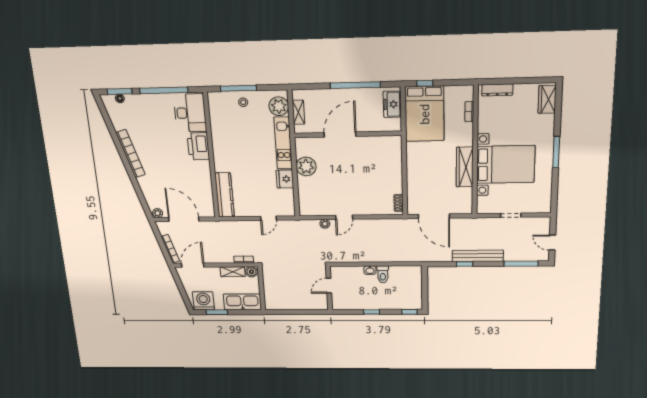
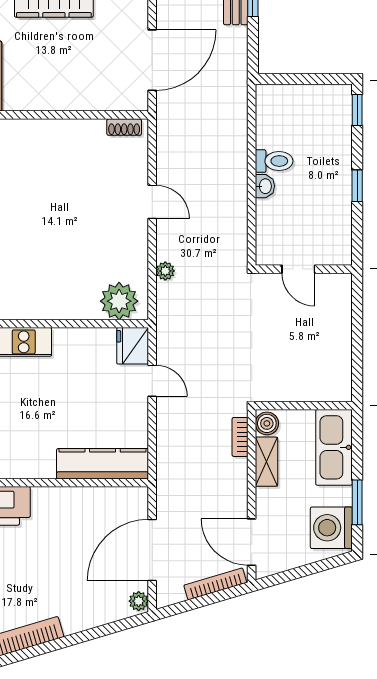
plant: (306, 166) -> (119, 301), moved
fridge: (285, 179) -> (133, 346), moved, turned 90
door: (344, 217) -> (152, 202), moved

